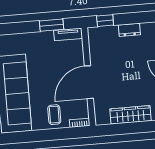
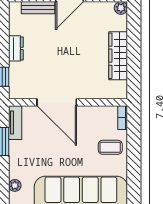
plant: (16, 38) -> (15, 185), added
door: (89, 82) -> (57, 102), moved

